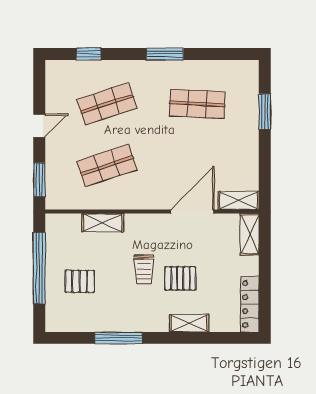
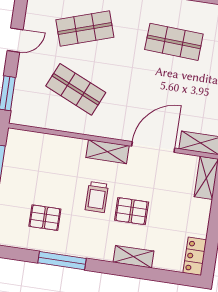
shop shelf: (107, 166) -> (76, 89), turned 42
shelving: (103, 223) -> (108, 152), moved
pallet: (80, 281) -> (45, 218), moved
locker: (250, 304) -> (195, 256), width x0.66

